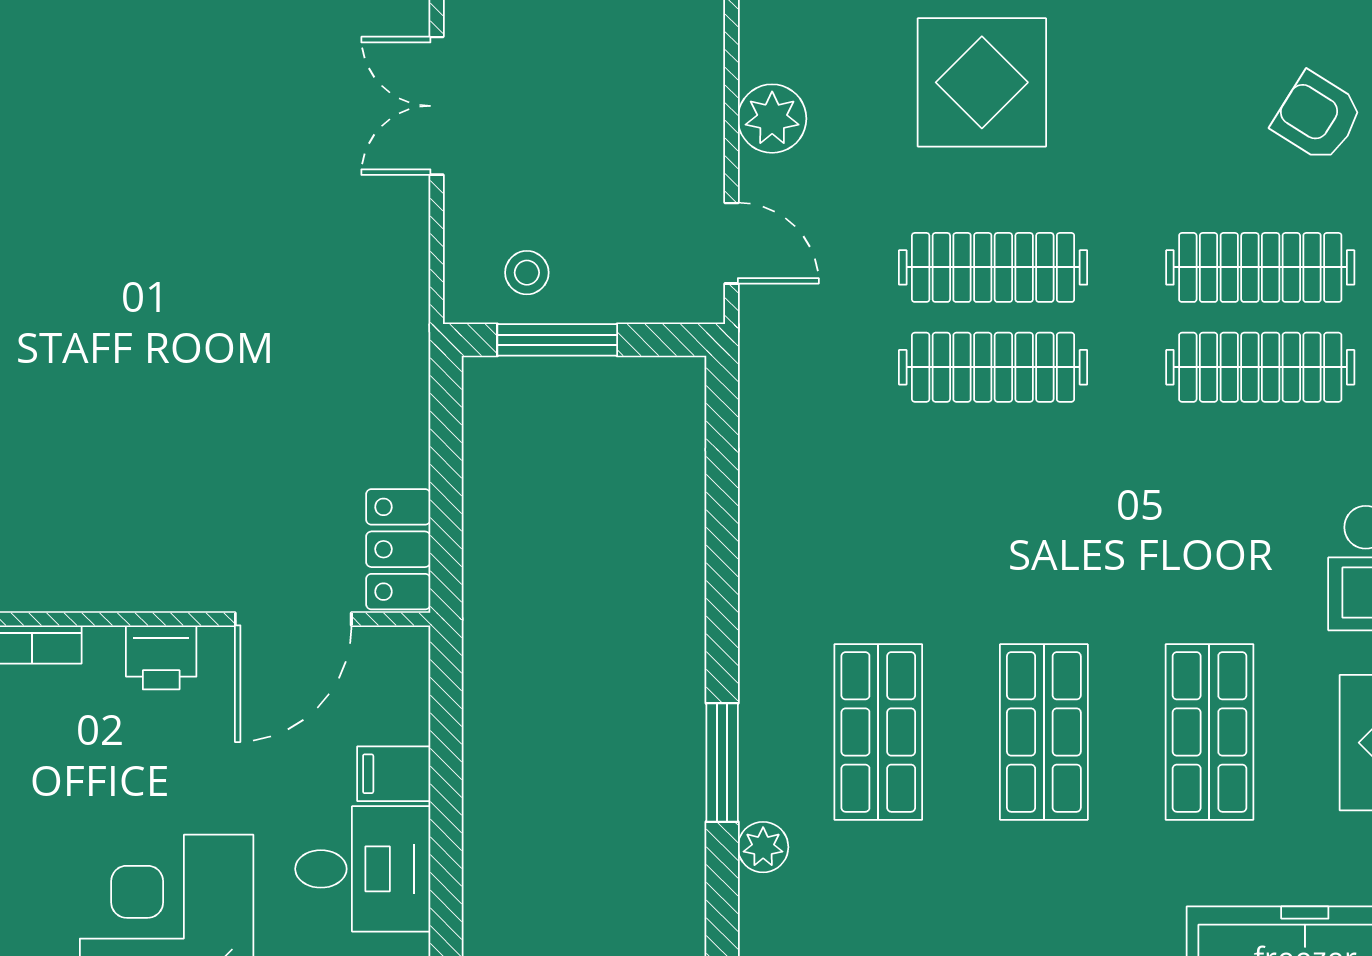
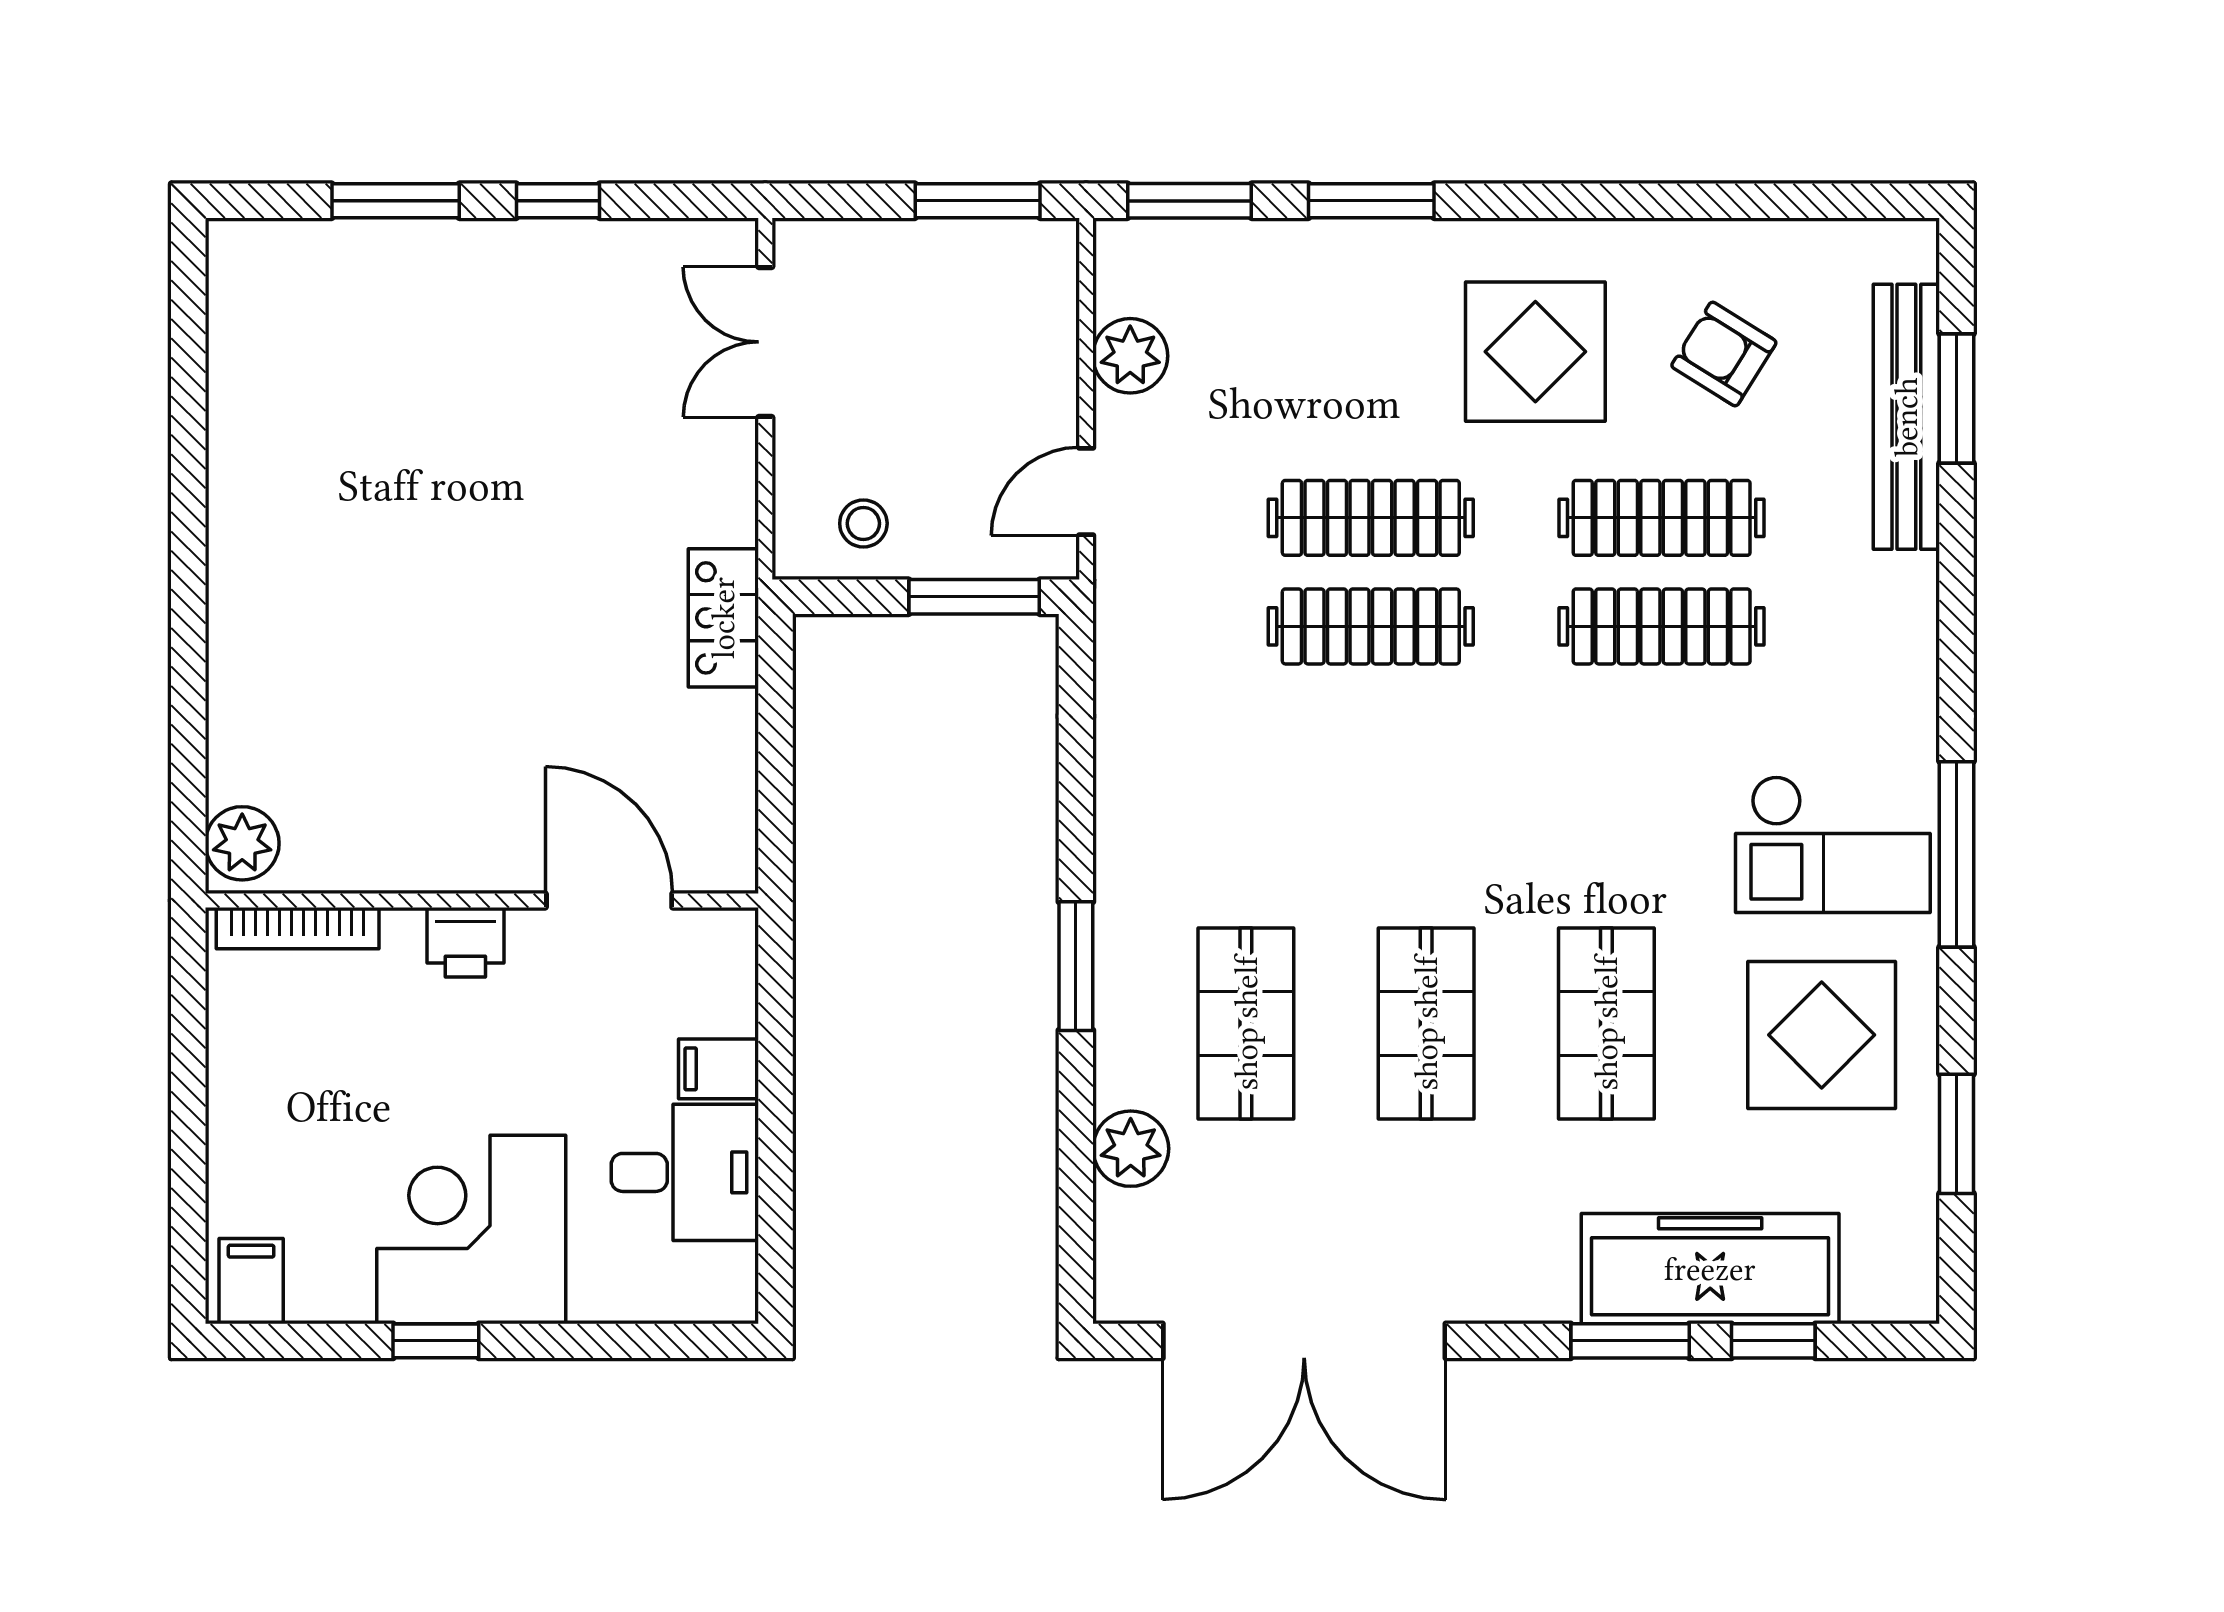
display table: (982, 82) -> (1535, 352), moved
door: (731, 243) -> (1086, 491), swing flipped
window: (557, 340) -> (974, 597), moved
locker: (398, 549) -> (723, 618), moved
door: (293, 619) -> (609, 901), swing flipped
window: (722, 763) -> (1076, 966), moved
plant: (763, 847) -> (1131, 1149), width x1.38, depth x1.38

